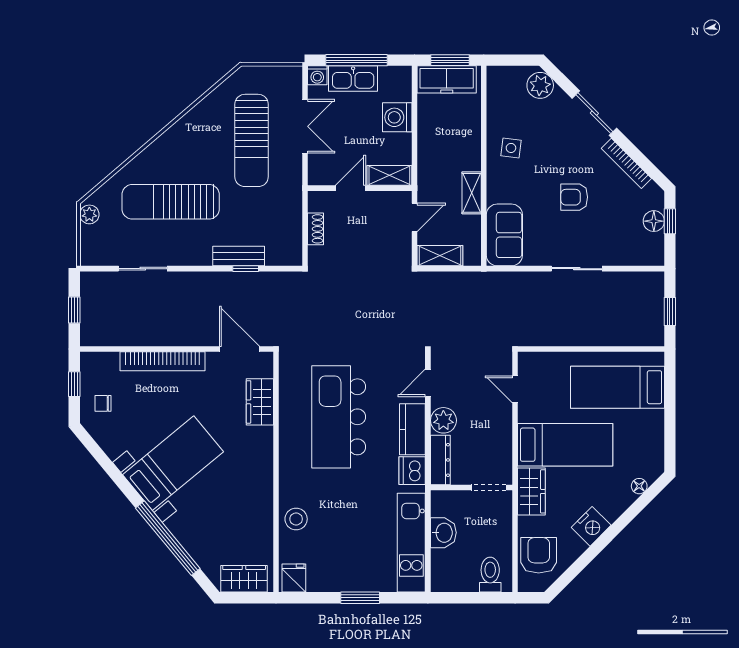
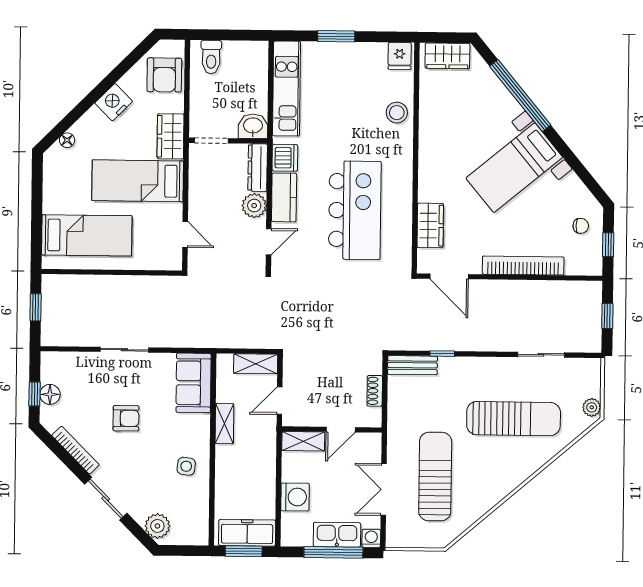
bench: (239, 256) -> (412, 365), moved
washbasin: (443, 533) -> (253, 126), moved, turned 90

